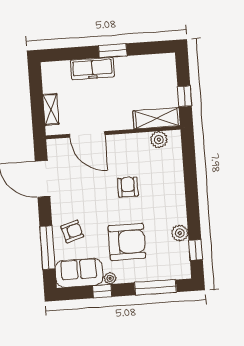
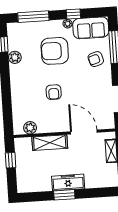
freezer: (92, 68) -> (68, 182), moved
shelving: (157, 118) -> (50, 143), moved

